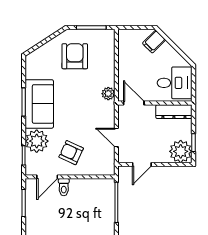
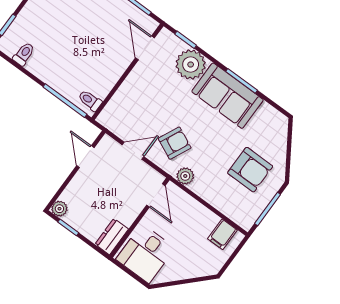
filing cabinet: (154, 42) -> (222, 234), moved, turned -135
door: (134, 103) -> (156, 195), hinge flipped
dresser: (174, 112) -> (112, 237), width x0.70
plant: (181, 151) -> (59, 209), width x0.53, depth x0.53
armchair: (71, 153) -> (175, 143), moved
toilet: (64, 187) -> (90, 100), moved

